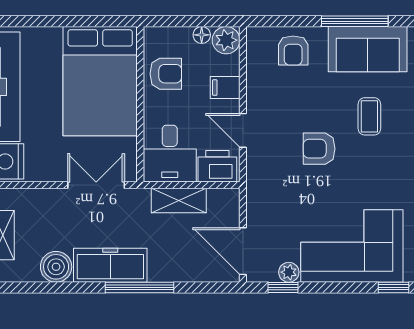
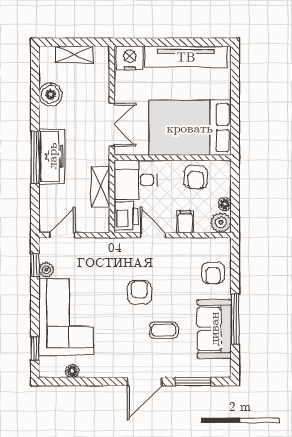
armchair: (293, 51) -> (213, 273), turned -90
door: (243, 130) -> (153, 235), hinge flipped
door: (243, 251) -> (62, 235), width x0.73
freezer: (110, 265) -> (52, 156), moved

